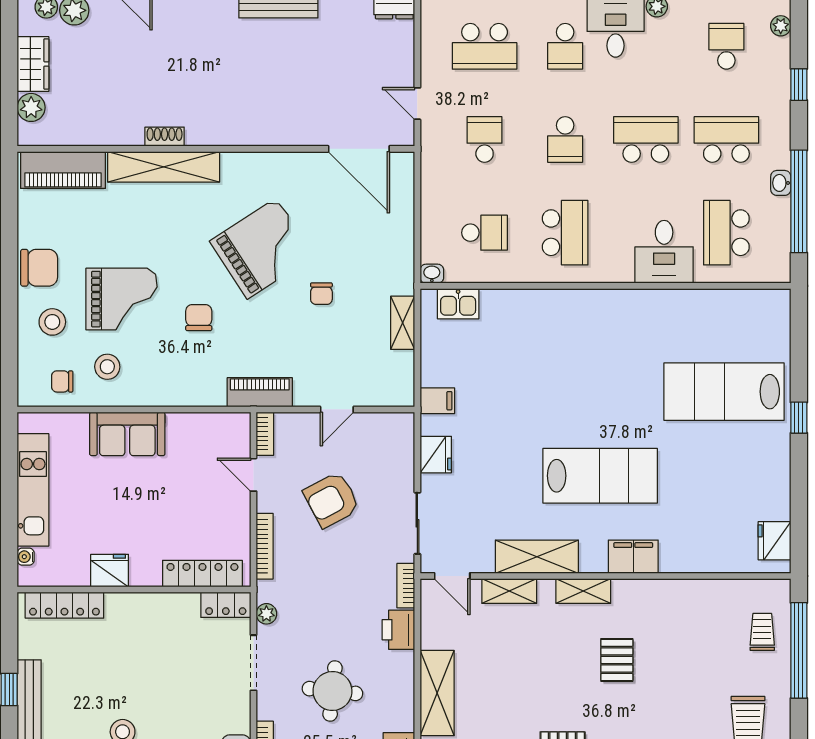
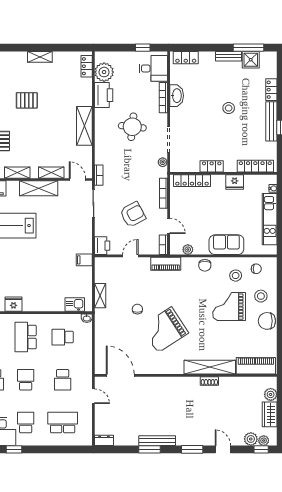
chair: (199, 318) -> (205, 265), moved
plant: (212, 423) -> (188, 250), added
fridge: (436, 455) -> (13, 304), moved, turned 90
locker: (226, 605) -> (212, 166), moved
printer: (398, 630) -> (102, 246), moved

